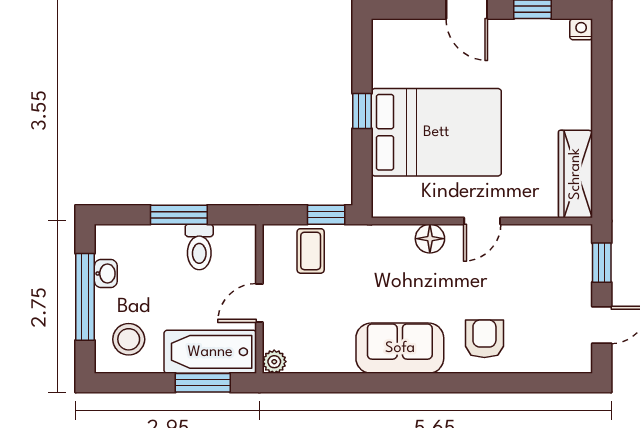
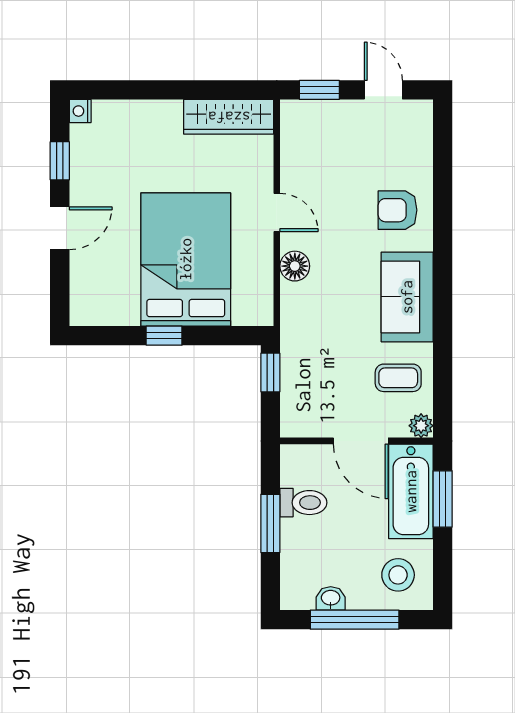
coffee table: (311, 251) -> (398, 378), moved
door: (259, 303) -> (361, 441), width x1.38

